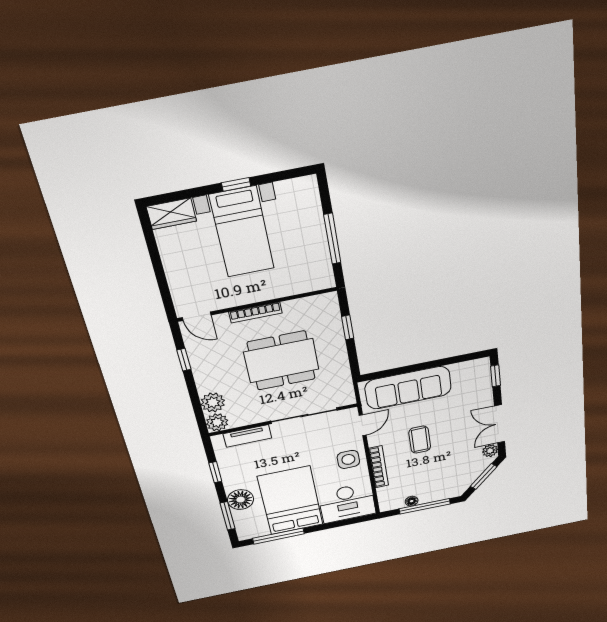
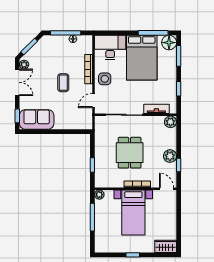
bed with nightstands: (242, 232) -> (133, 213), moved, turned 180
plant: (326, 281) -> (99, 195), added
dining table: (281, 361) -> (130, 153), width x0.73
sofa: (408, 388) -> (37, 119), moved, width x0.73
plant: (213, 402) -> (170, 156), moved
floor lamp: (241, 500) -> (169, 43), moved

